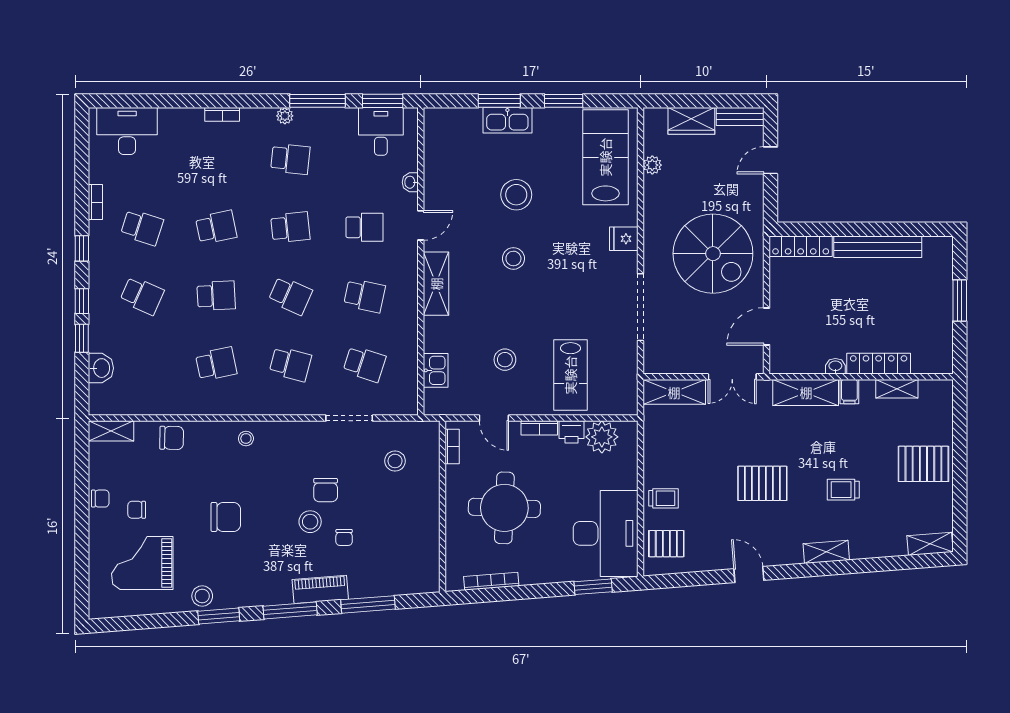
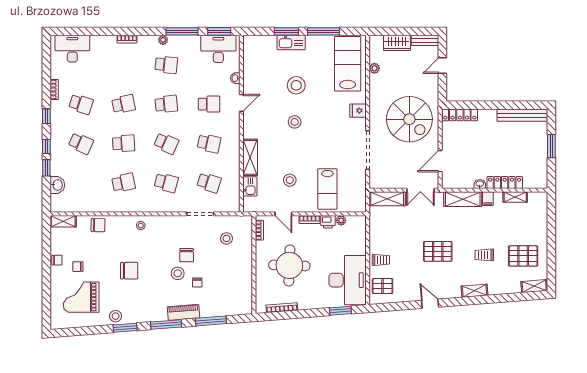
window: (564, 101) -> (323, 31), width x1.44
desk: (381, 131) -> (218, 49), width x1.37
bench: (878, 247) -> (522, 115), moved
shelving: (436, 284) -> (250, 157), moved
plant: (602, 437) -> (341, 220), width x0.53, depth x0.53
pallet: (923, 464) -> (523, 256), moved

